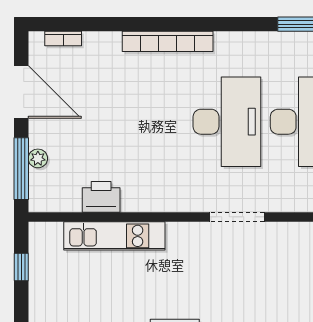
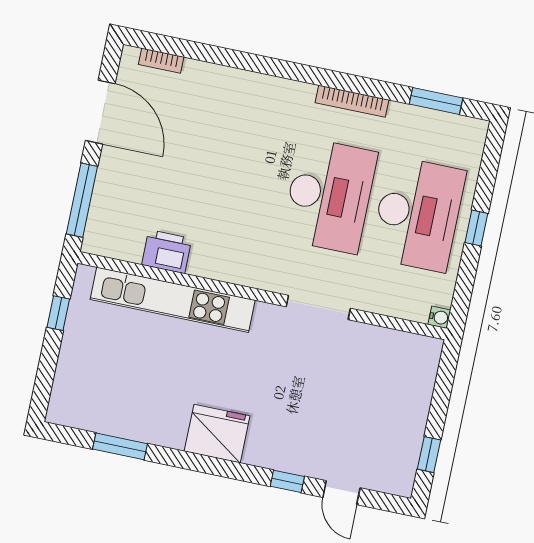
bookcase: (168, 41) -> (352, 101), moved, width x0.68, depth x0.76
plant: (38, 158) -> (103, 192), removed
kitchen unit: (114, 236) -> (173, 300), width x1.36

